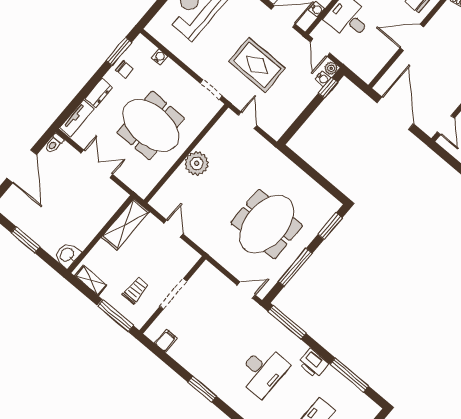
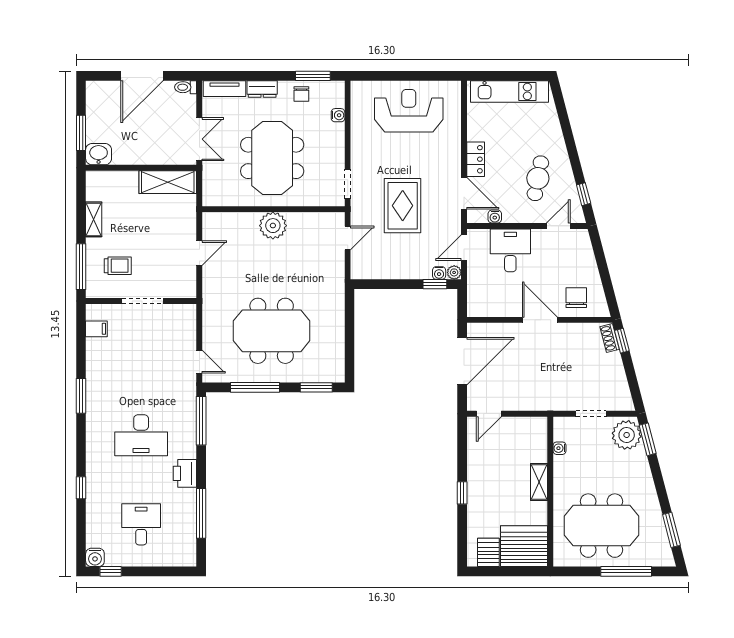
shelving: (125, 224) -> (168, 182), moved
wall: (101, 234) -> (141, 168), moved
washbasin: (67, 255) -> (99, 154), moved

